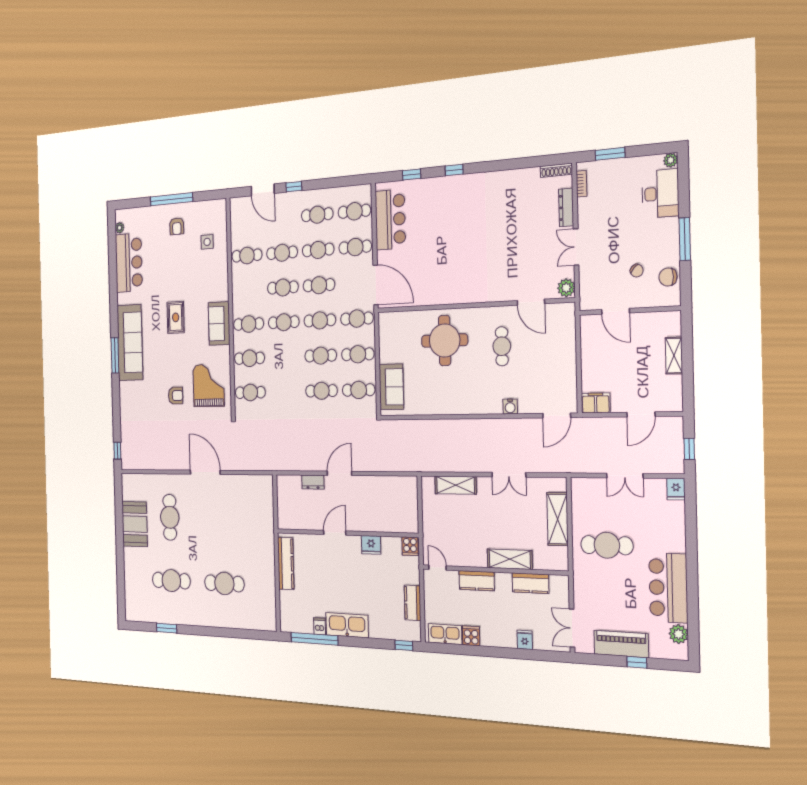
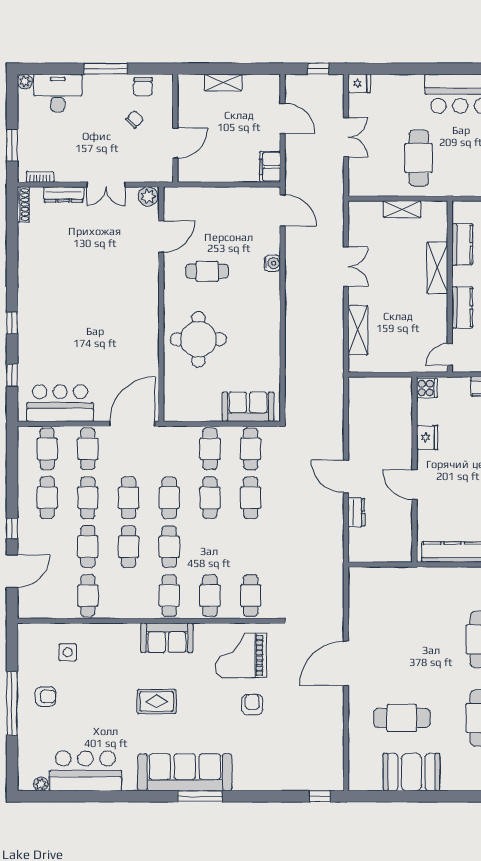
cafe table: (357, 319) -> (169, 449), removed
shelving: (558, 519) -> (402, 209), width x0.67, depth x0.75

